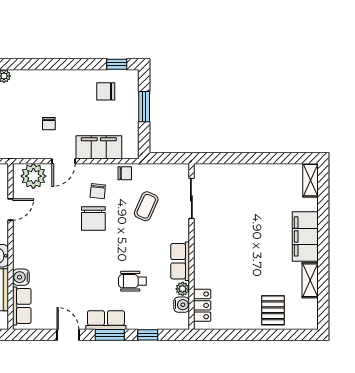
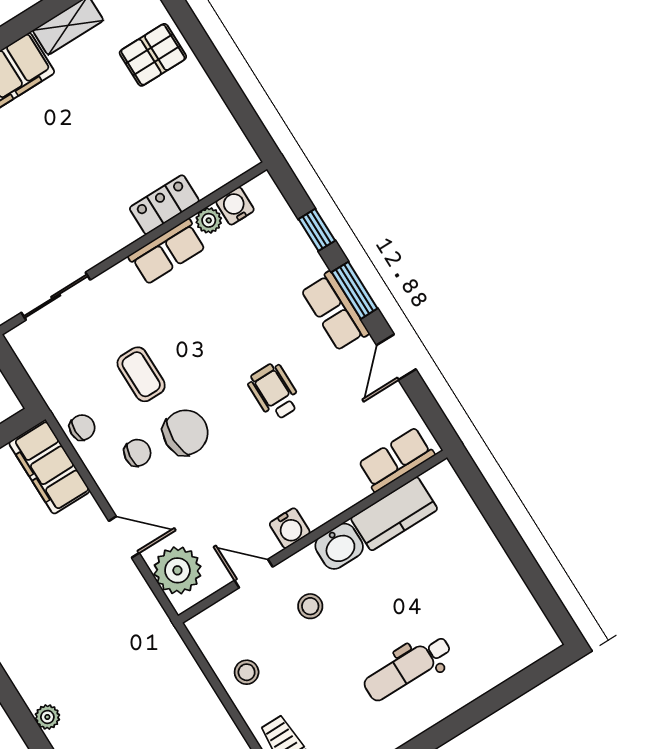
chair: (49, 124) -> (79, 598), removed
filing cabinet: (99, 147) -> (49, 467), moved
chair: (125, 173) -> (82, 428), turned 90
coffee table: (146, 206) -> (141, 374), moved, turned 66
water cooler: (21, 277) -> (290, 528), moved
wheelchair: (132, 281) -> (274, 392), moved, turned 180
locker: (202, 305) -> (164, 205), moved

